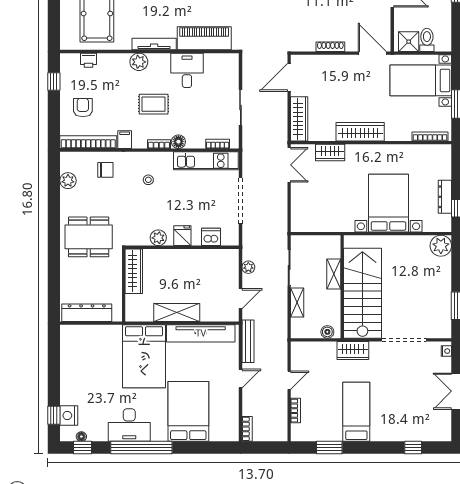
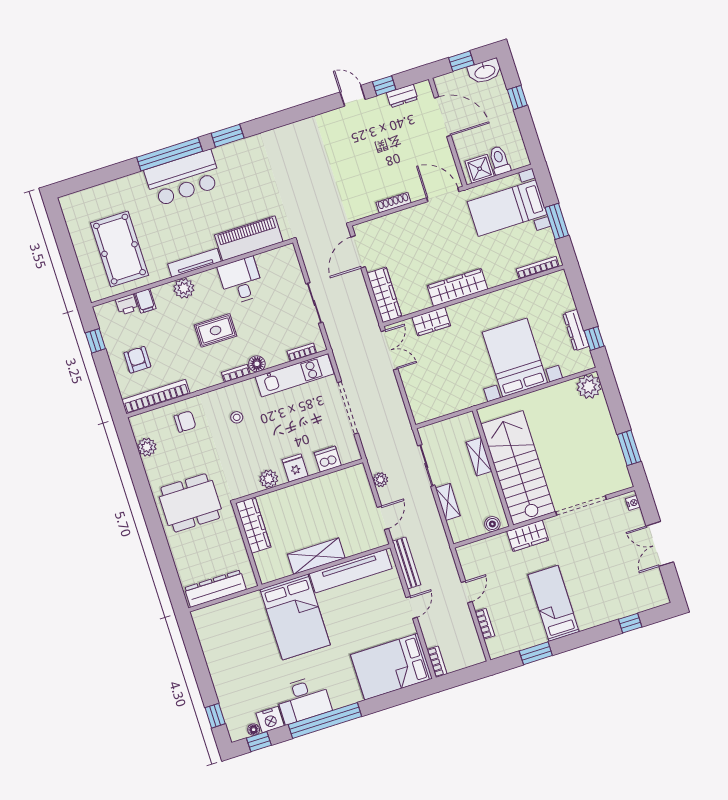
filing cabinet: (125, 140) -> (145, 301), moved, turned 180
bed: (188, 411) -> (391, 667), moved, turned -90
nightstand: (69, 415) -> (270, 720), moved, turned -90

